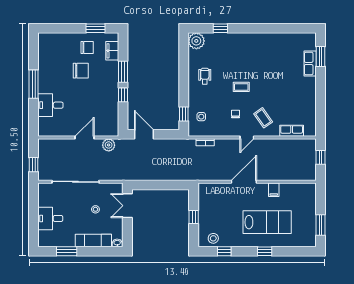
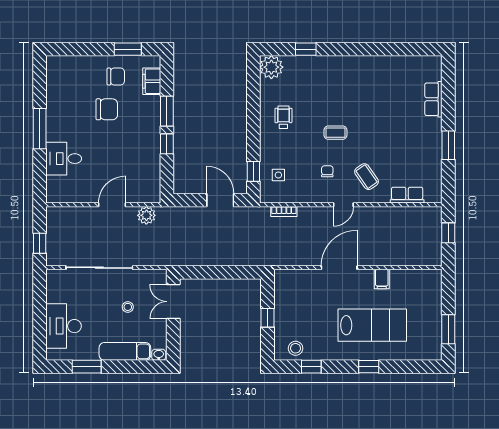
window: (321, 57) -> (448, 145), moved
door: (144, 134) -> (220, 200), moved
desk: (50, 218) -> (64, 326), width x1.37

